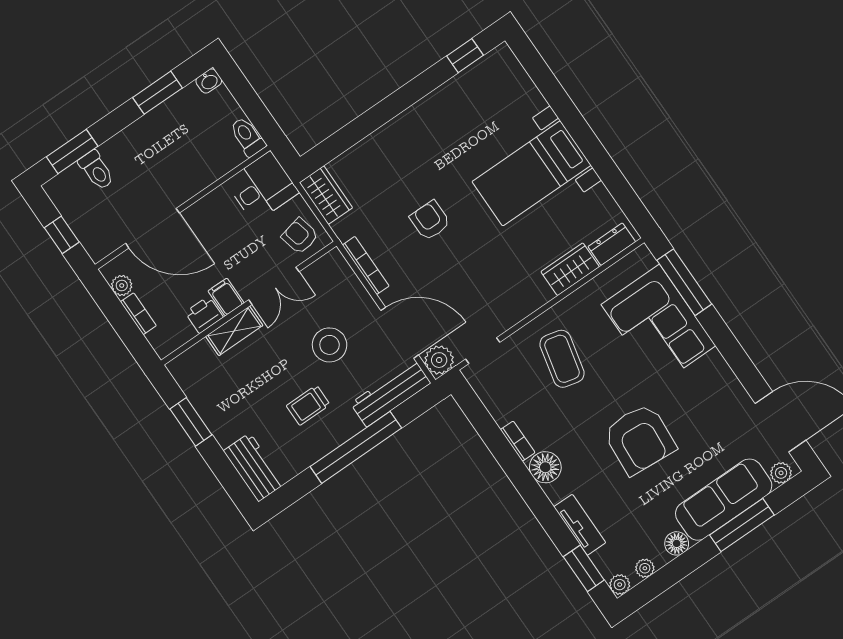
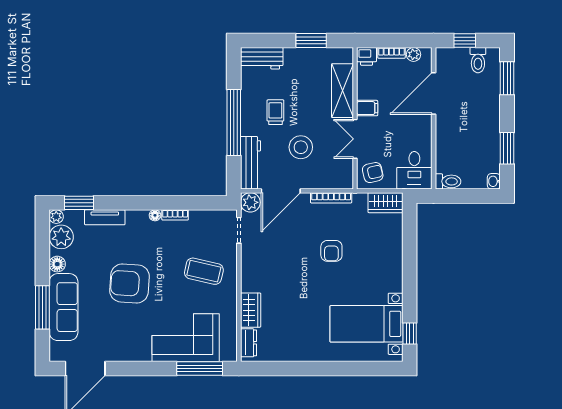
toilet: (96, 170) -> (478, 60), moved, turned -90
bed with nightstands: (532, 173) -> (367, 324), moved, turned -90
armchair: (430, 220) -> (331, 251), turned 90
printer: (204, 315) -> (367, 56), moved, turned 90
shelving: (234, 331) -> (342, 91), width x1.50, depth x1.33
floor lamp: (545, 467) -> (155, 215), width x0.53, depth x0.53
plant: (781, 473) -> (56, 349), removed
plant: (645, 568) -> (61, 237), width x1.87, depth x1.87

